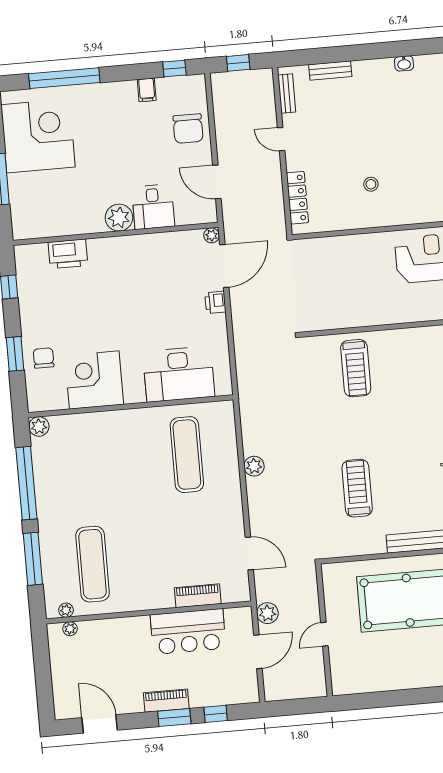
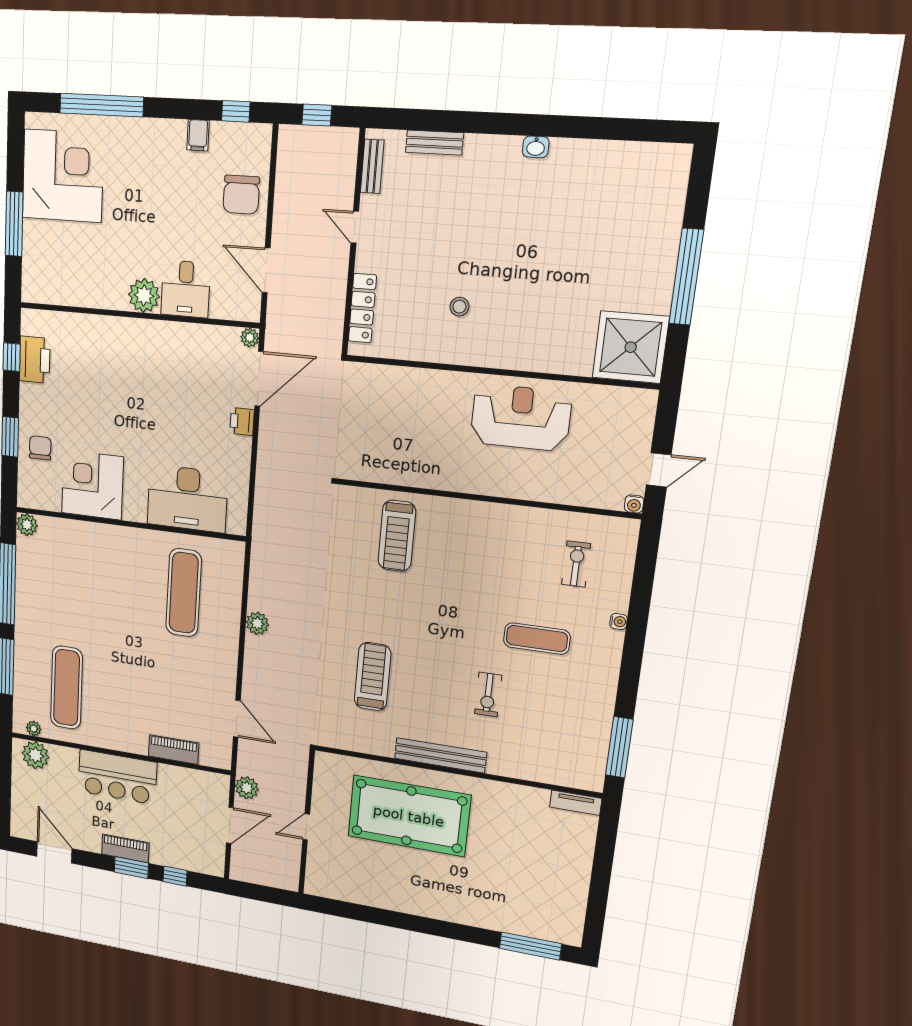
printer: (68, 254) -> (35, 360), moved, turned -90
plant: (70, 629) -> (35, 755), width x1.87, depth x1.87
bar counter: (188, 632) -> (117, 777), moved

